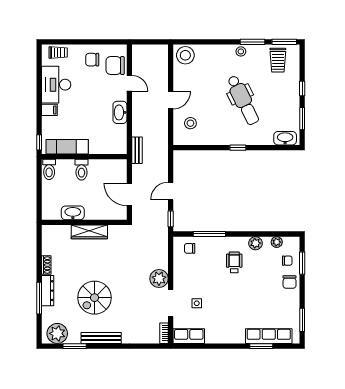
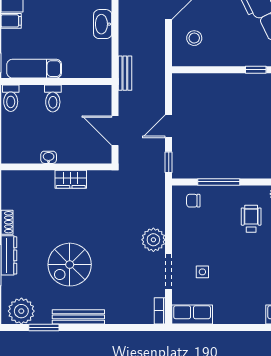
washbasin: (73, 213) -> (49, 157), width x0.52, depth x0.69
wardrobe: (89, 232) -> (71, 179), width x0.67

